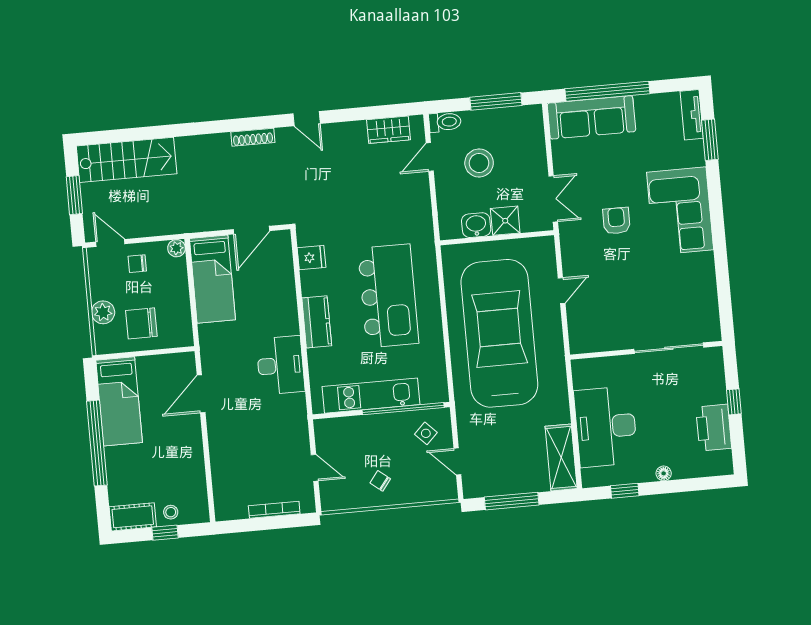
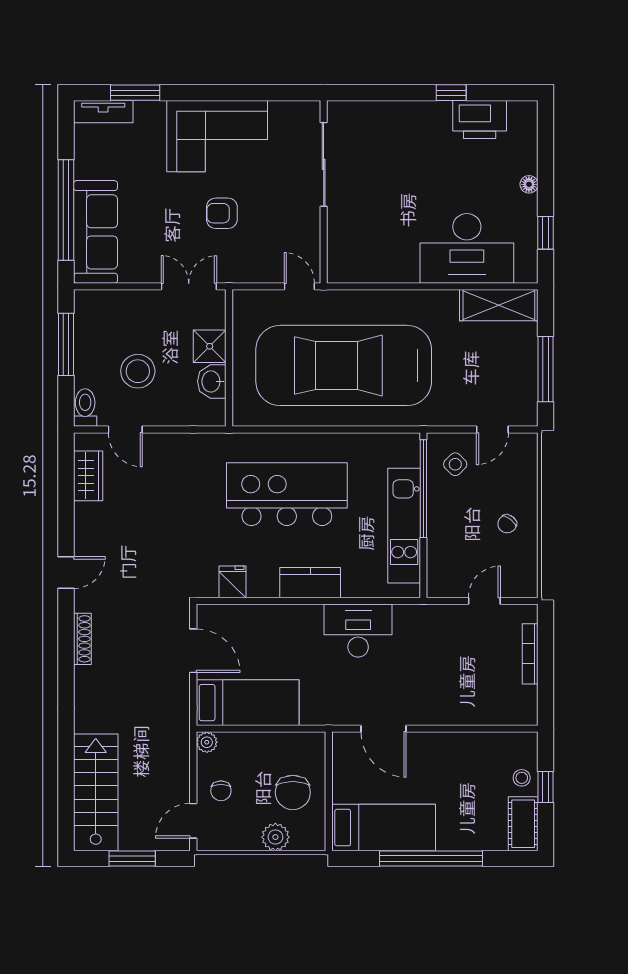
sliding door: (669, 348) -> (324, 164), moved
wall: (646, 350) -> (324, 192), moved

